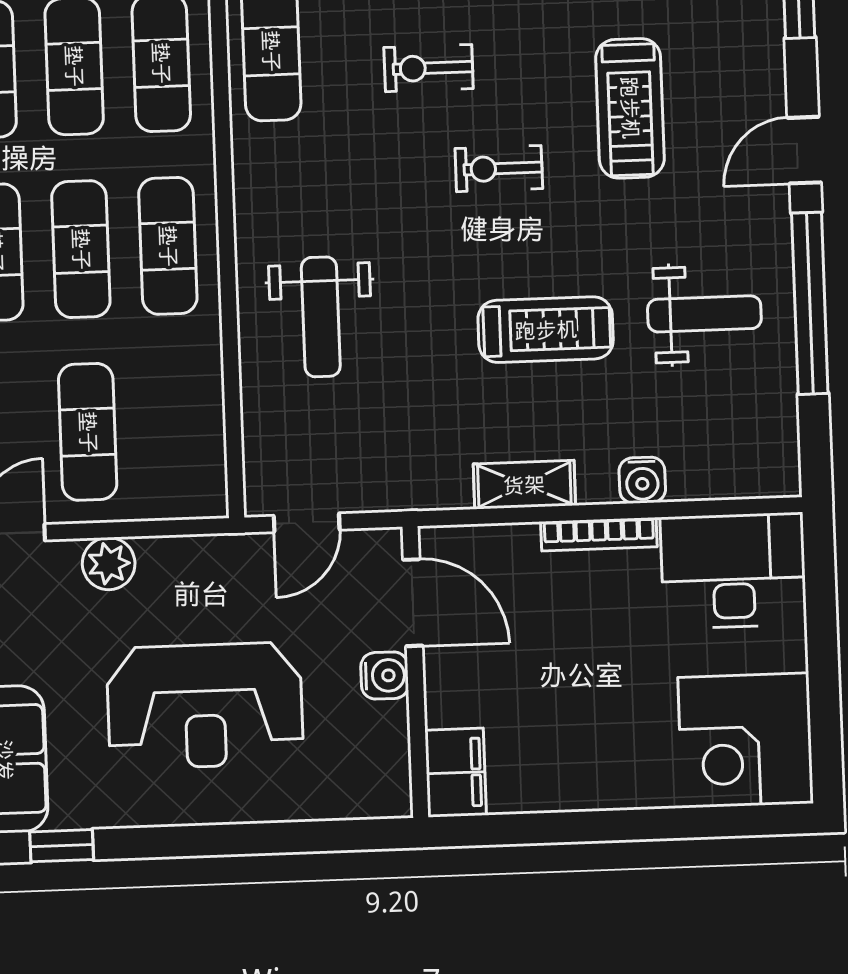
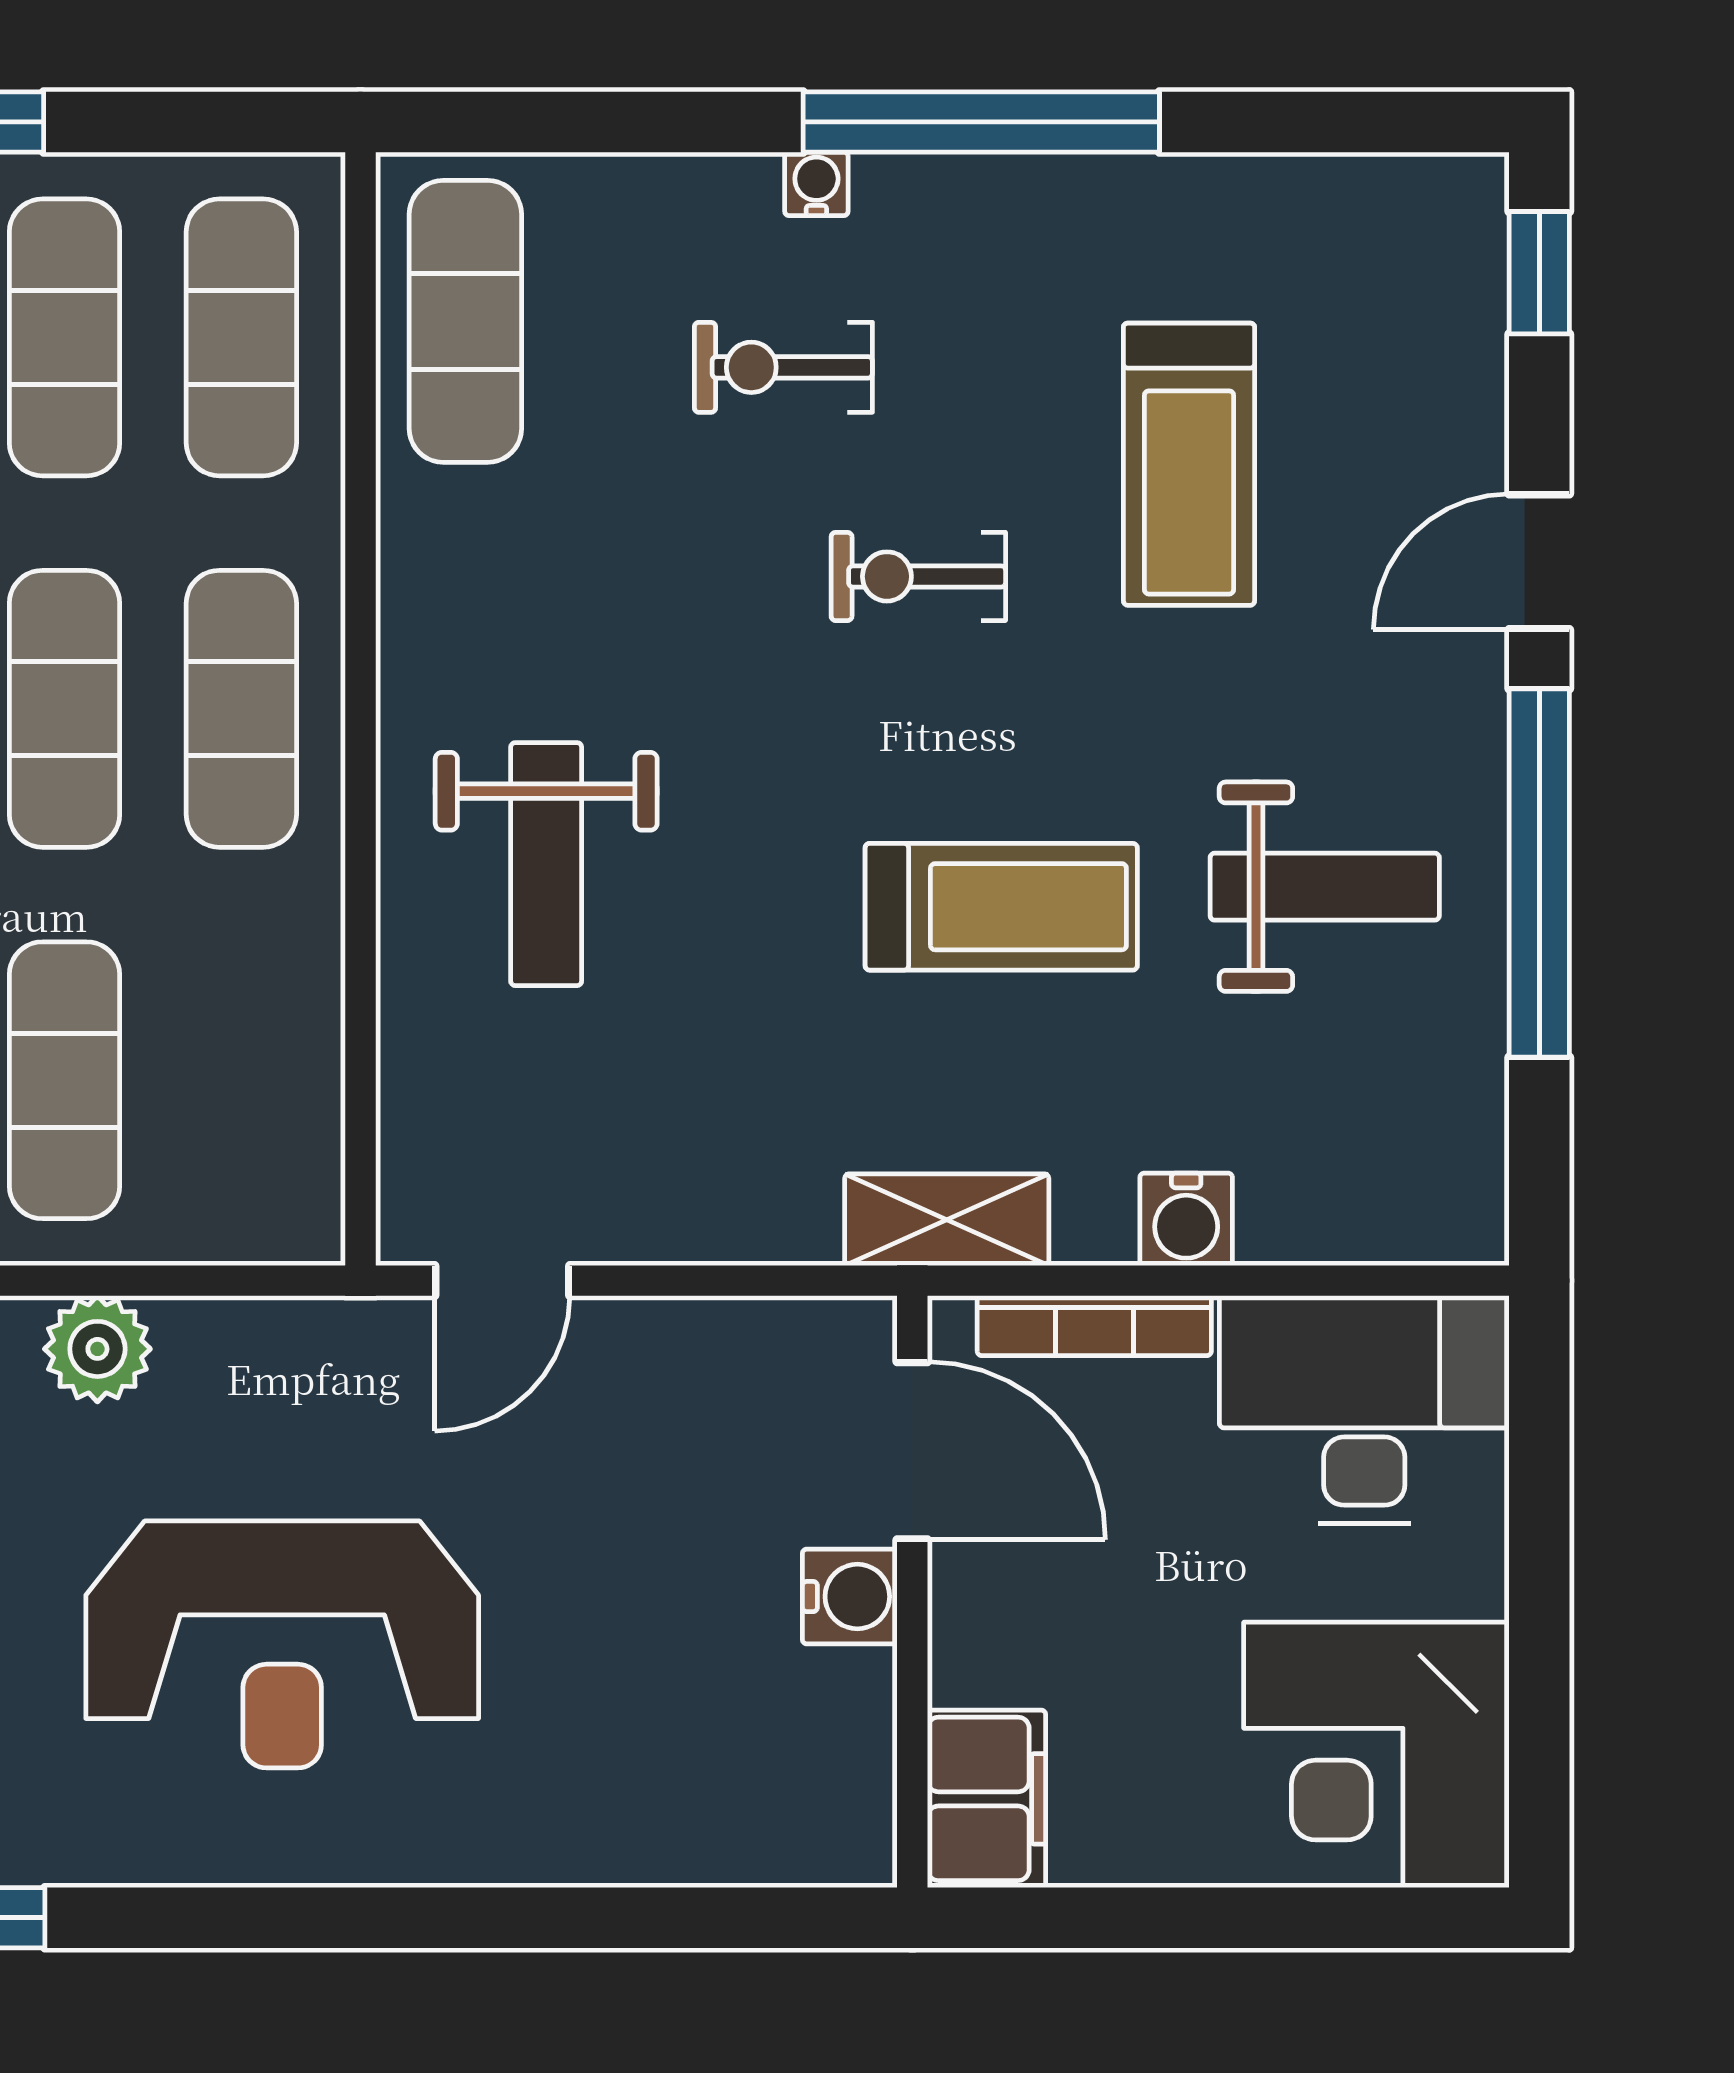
door: (413, 603) -> (912, 1451), moved
wall: (415, 672) -> (912, 1592), moved
water cooler: (385, 676) -> (850, 1597), moved
filing cabinet: (456, 773) -> (987, 1799), moved

